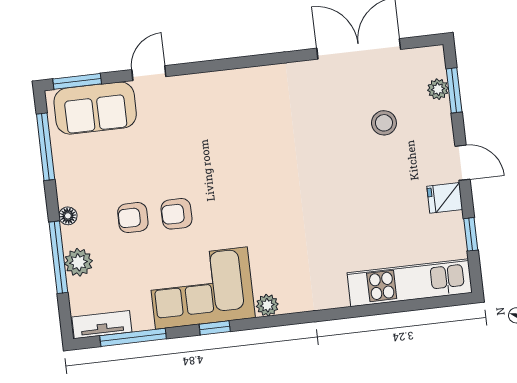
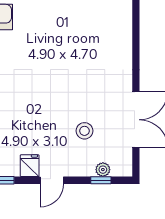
window: (454, 90) -> (101, 180), width x0.67

